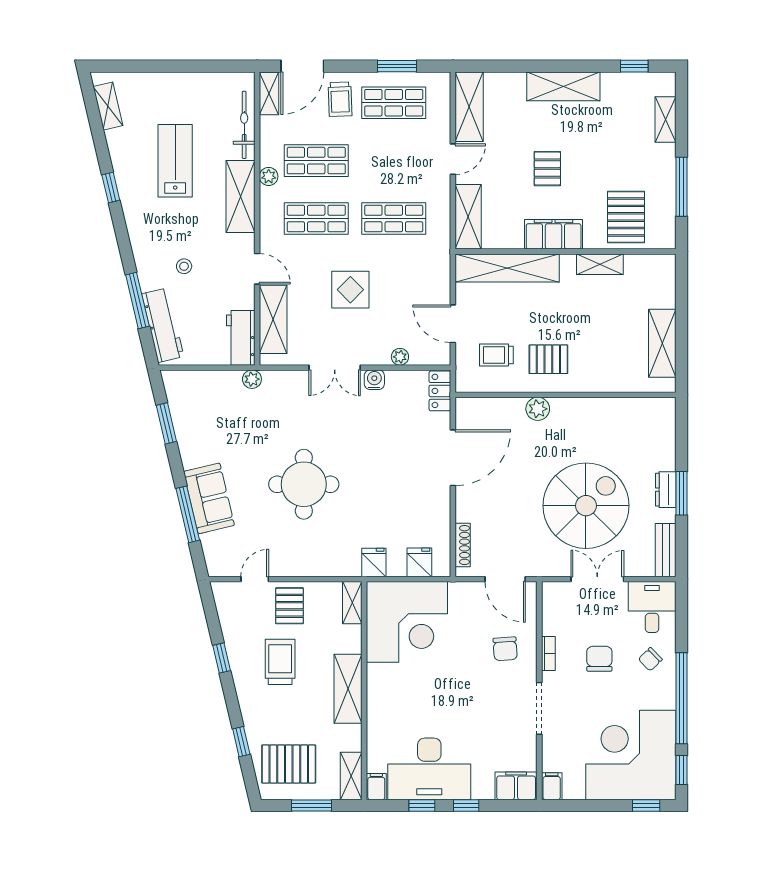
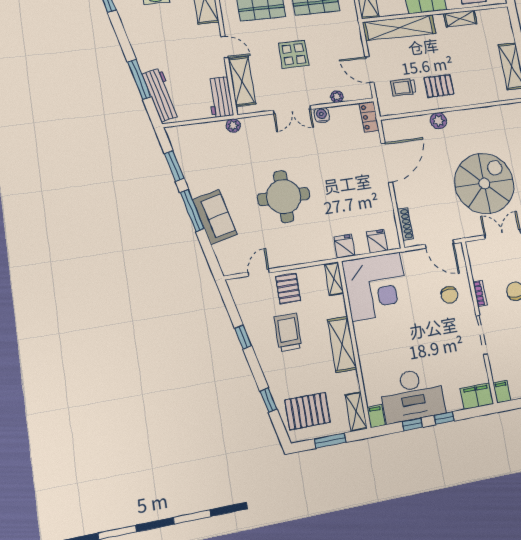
stool: (184, 266) -> (171, 51), removed
window: (188, 514) -> (192, 211), moved

